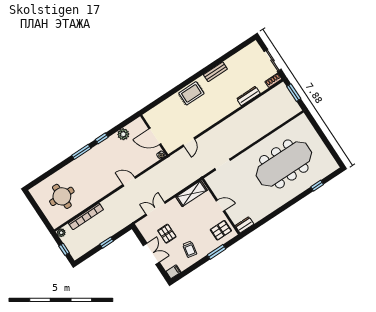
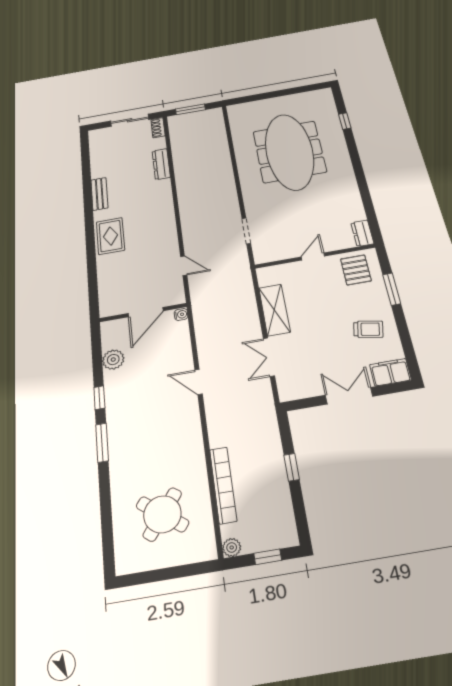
door: (129, 181) -> (199, 382), hinge flipped
shelving: (192, 194) -> (274, 310), moved
round table: (62, 196) -> (162, 514), turned 37
pallet: (167, 234) -> (323, 355), removed
filing cabinet: (174, 272) -> (390, 372), width x2.00

